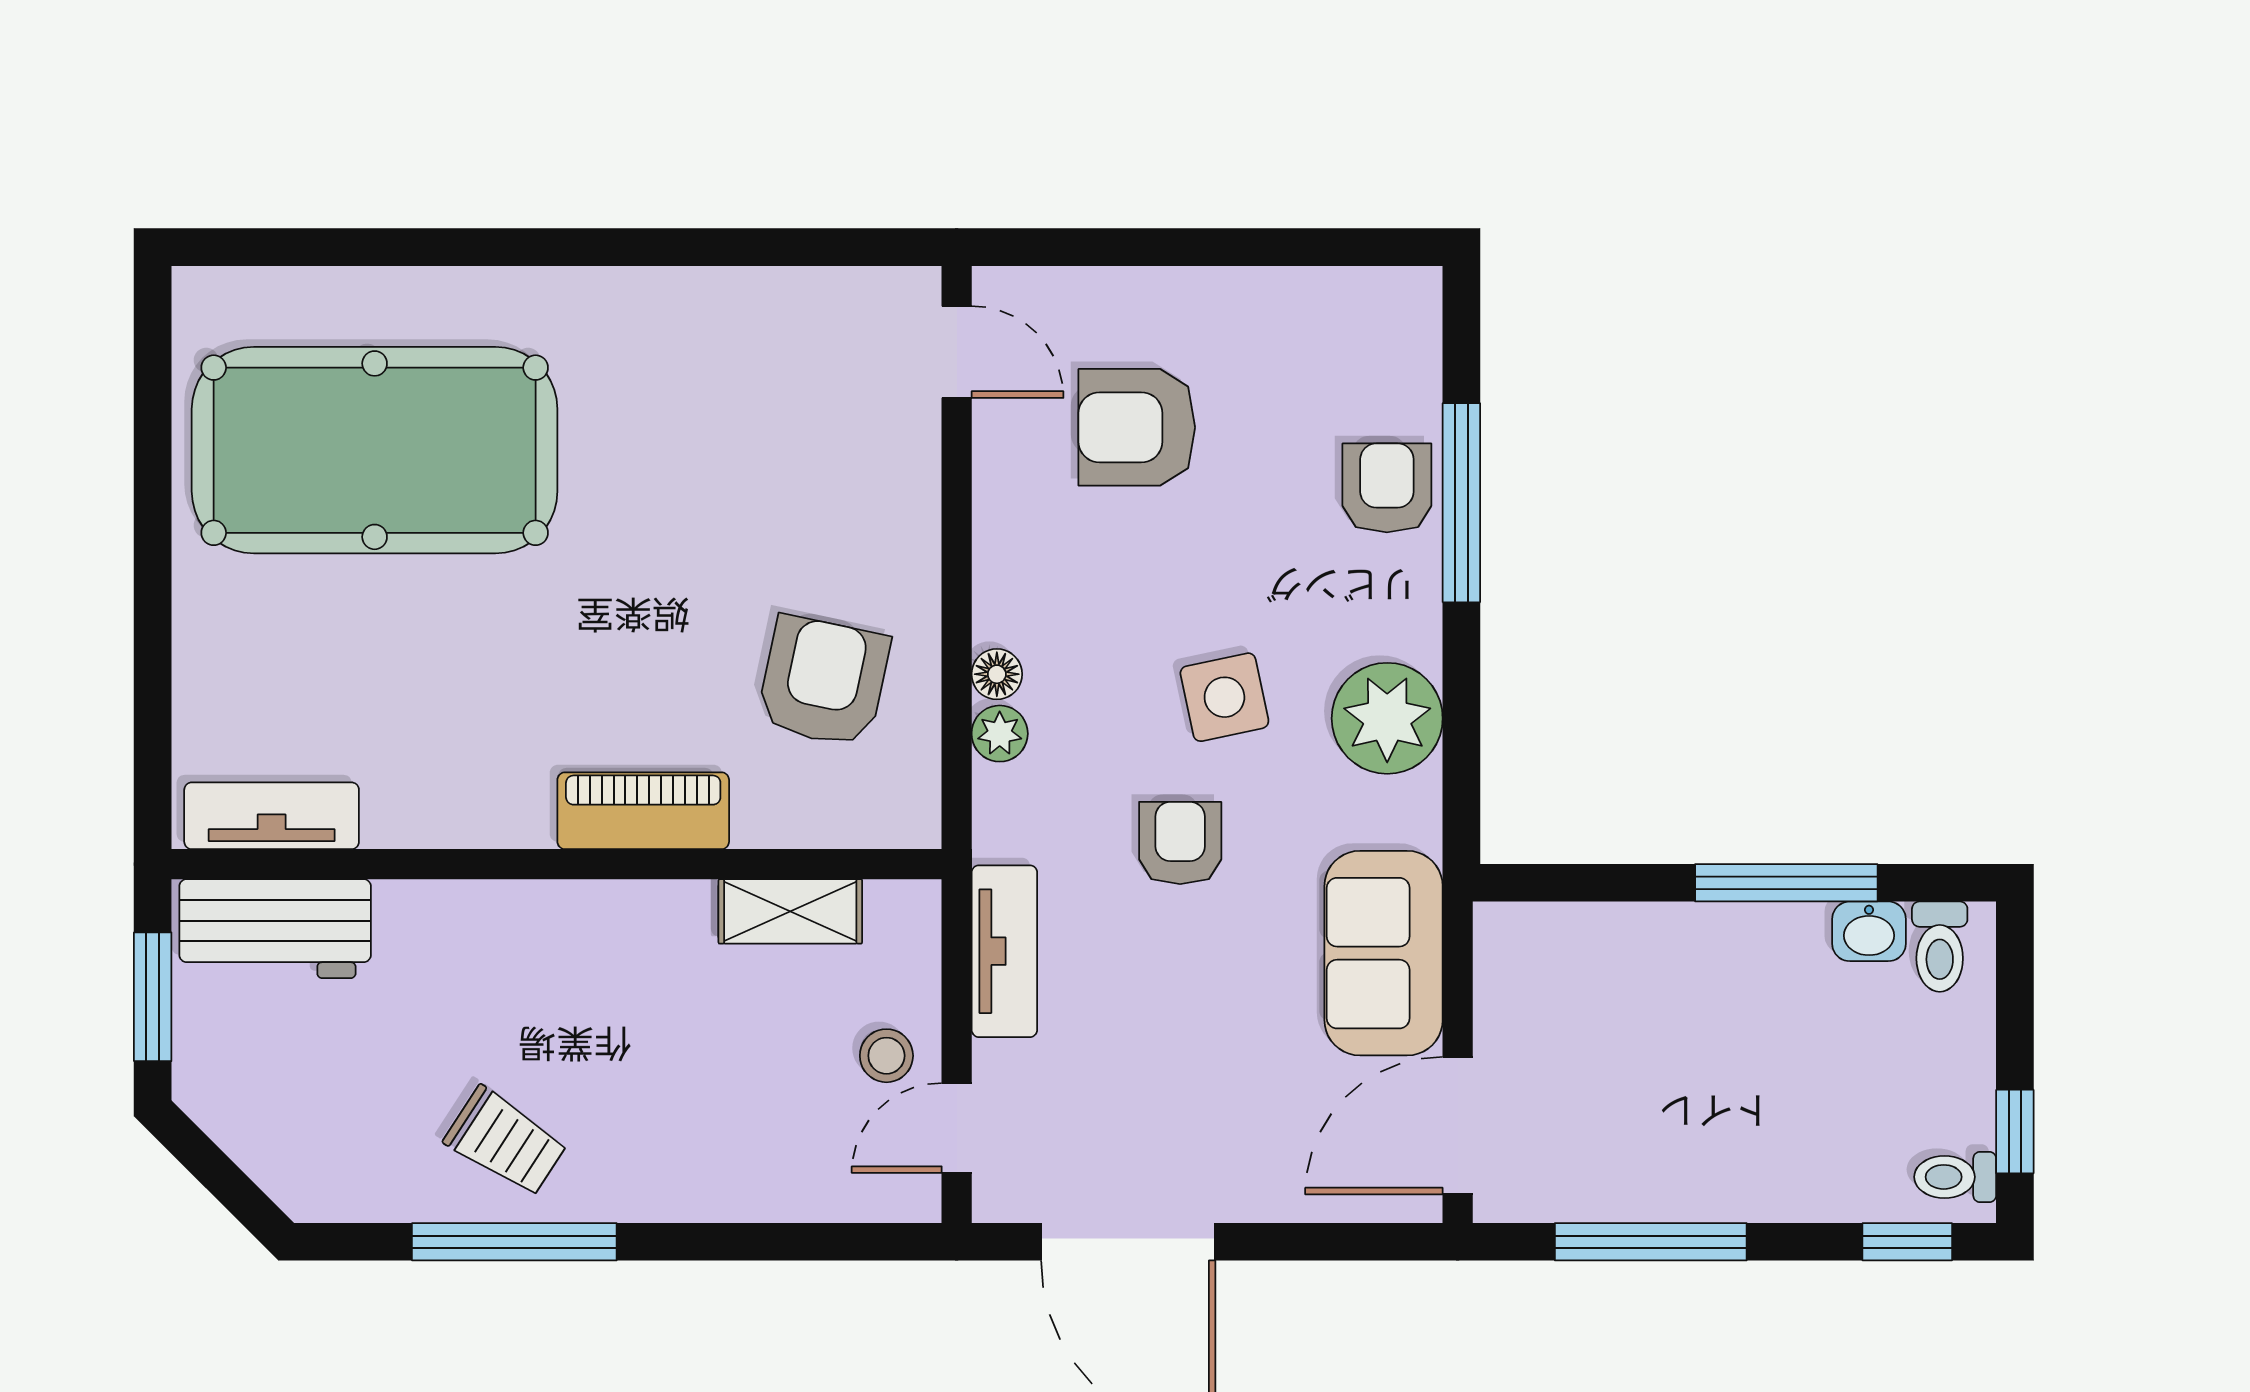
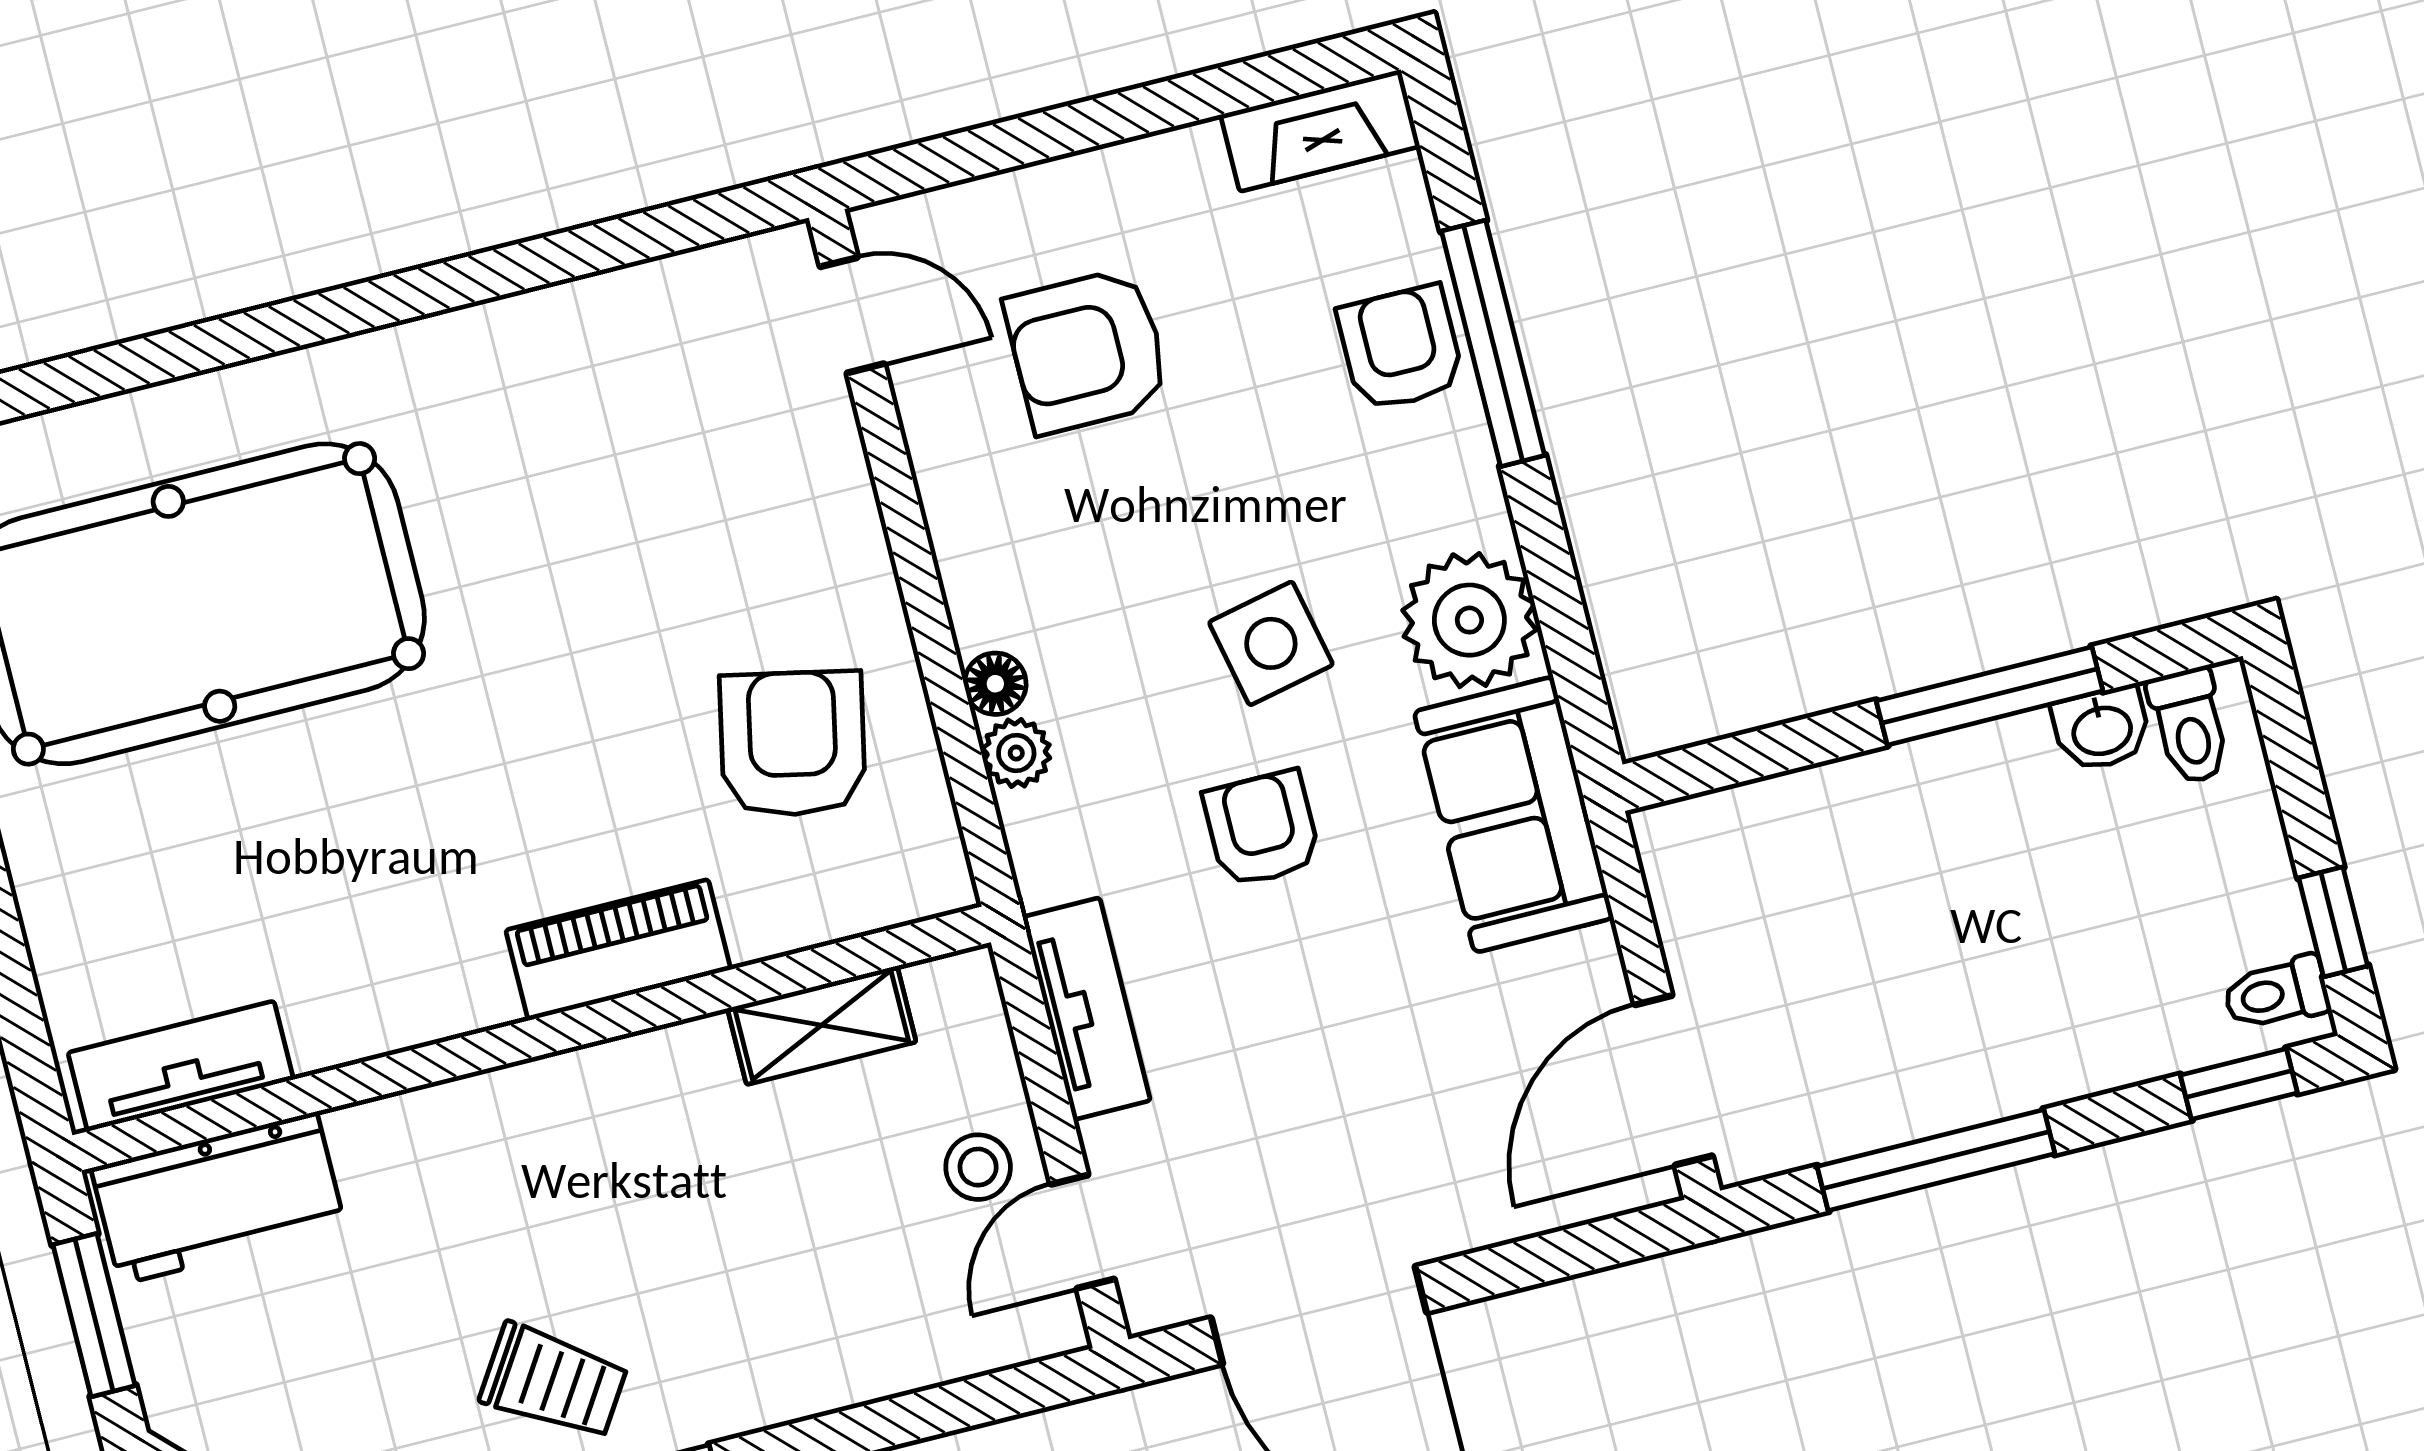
fireplace: (1366, 298) -> (1320, 130), added
sofa: (1384, 953) -> (1514, 815), moved

